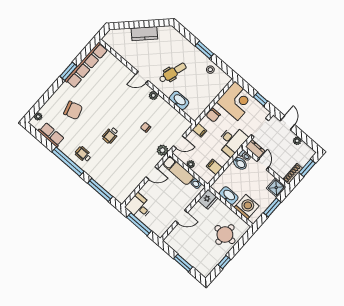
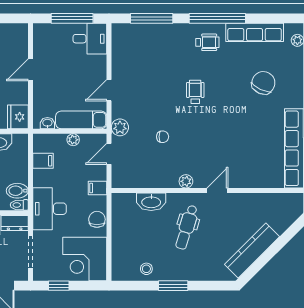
kitchen counter: (144, 34) -> (252, 250), width x1.50
chair: (73, 110) -> (263, 83), turned 132
row of seats: (51, 135) -> (255, 32), width x1.48

